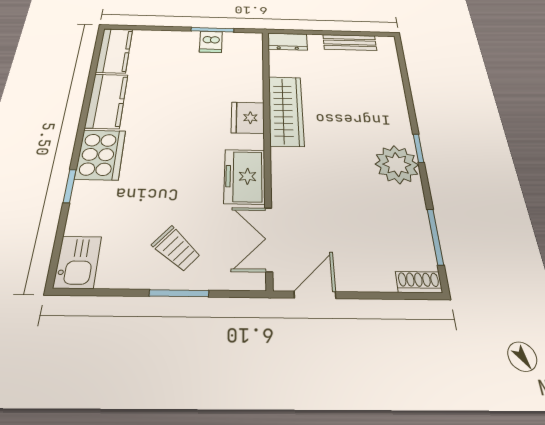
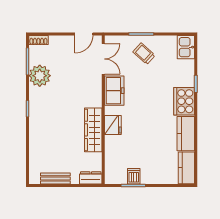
plant: (397, 164) -> (40, 76), moved

